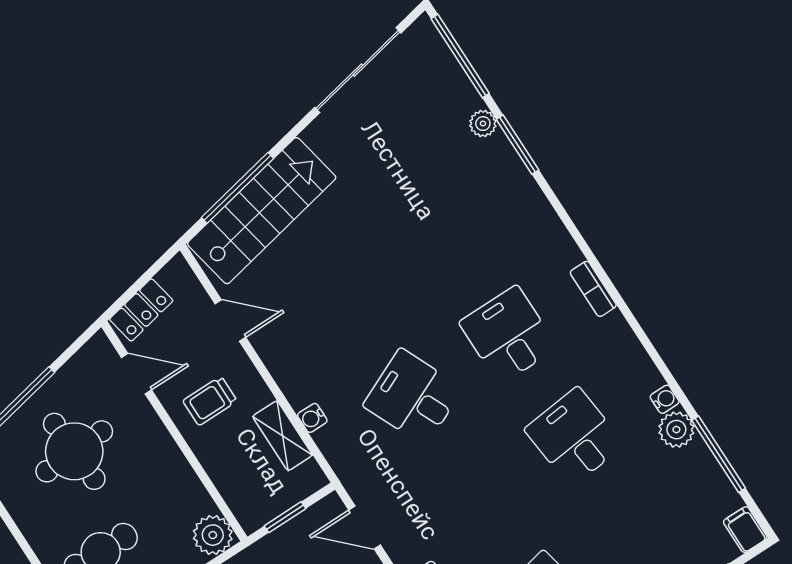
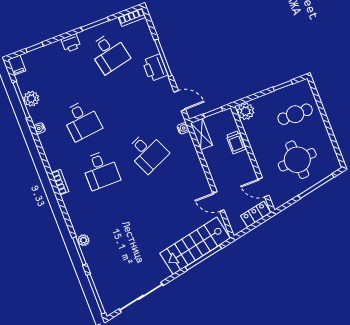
plant: (483, 124) -> (84, 240), moved
trolley: (210, 401) -> (236, 142), moved, turned 90
water cooler: (312, 418) -> (183, 128), moved
plant: (676, 430) -> (31, 99), moved
shelving: (282, 436) -> (201, 134), moved

